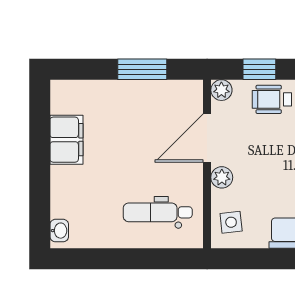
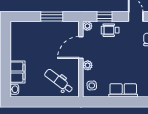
filing cabinet: (66, 140) -> (18, 72), moved
dental chair: (158, 212) -> (59, 81), turned 37

